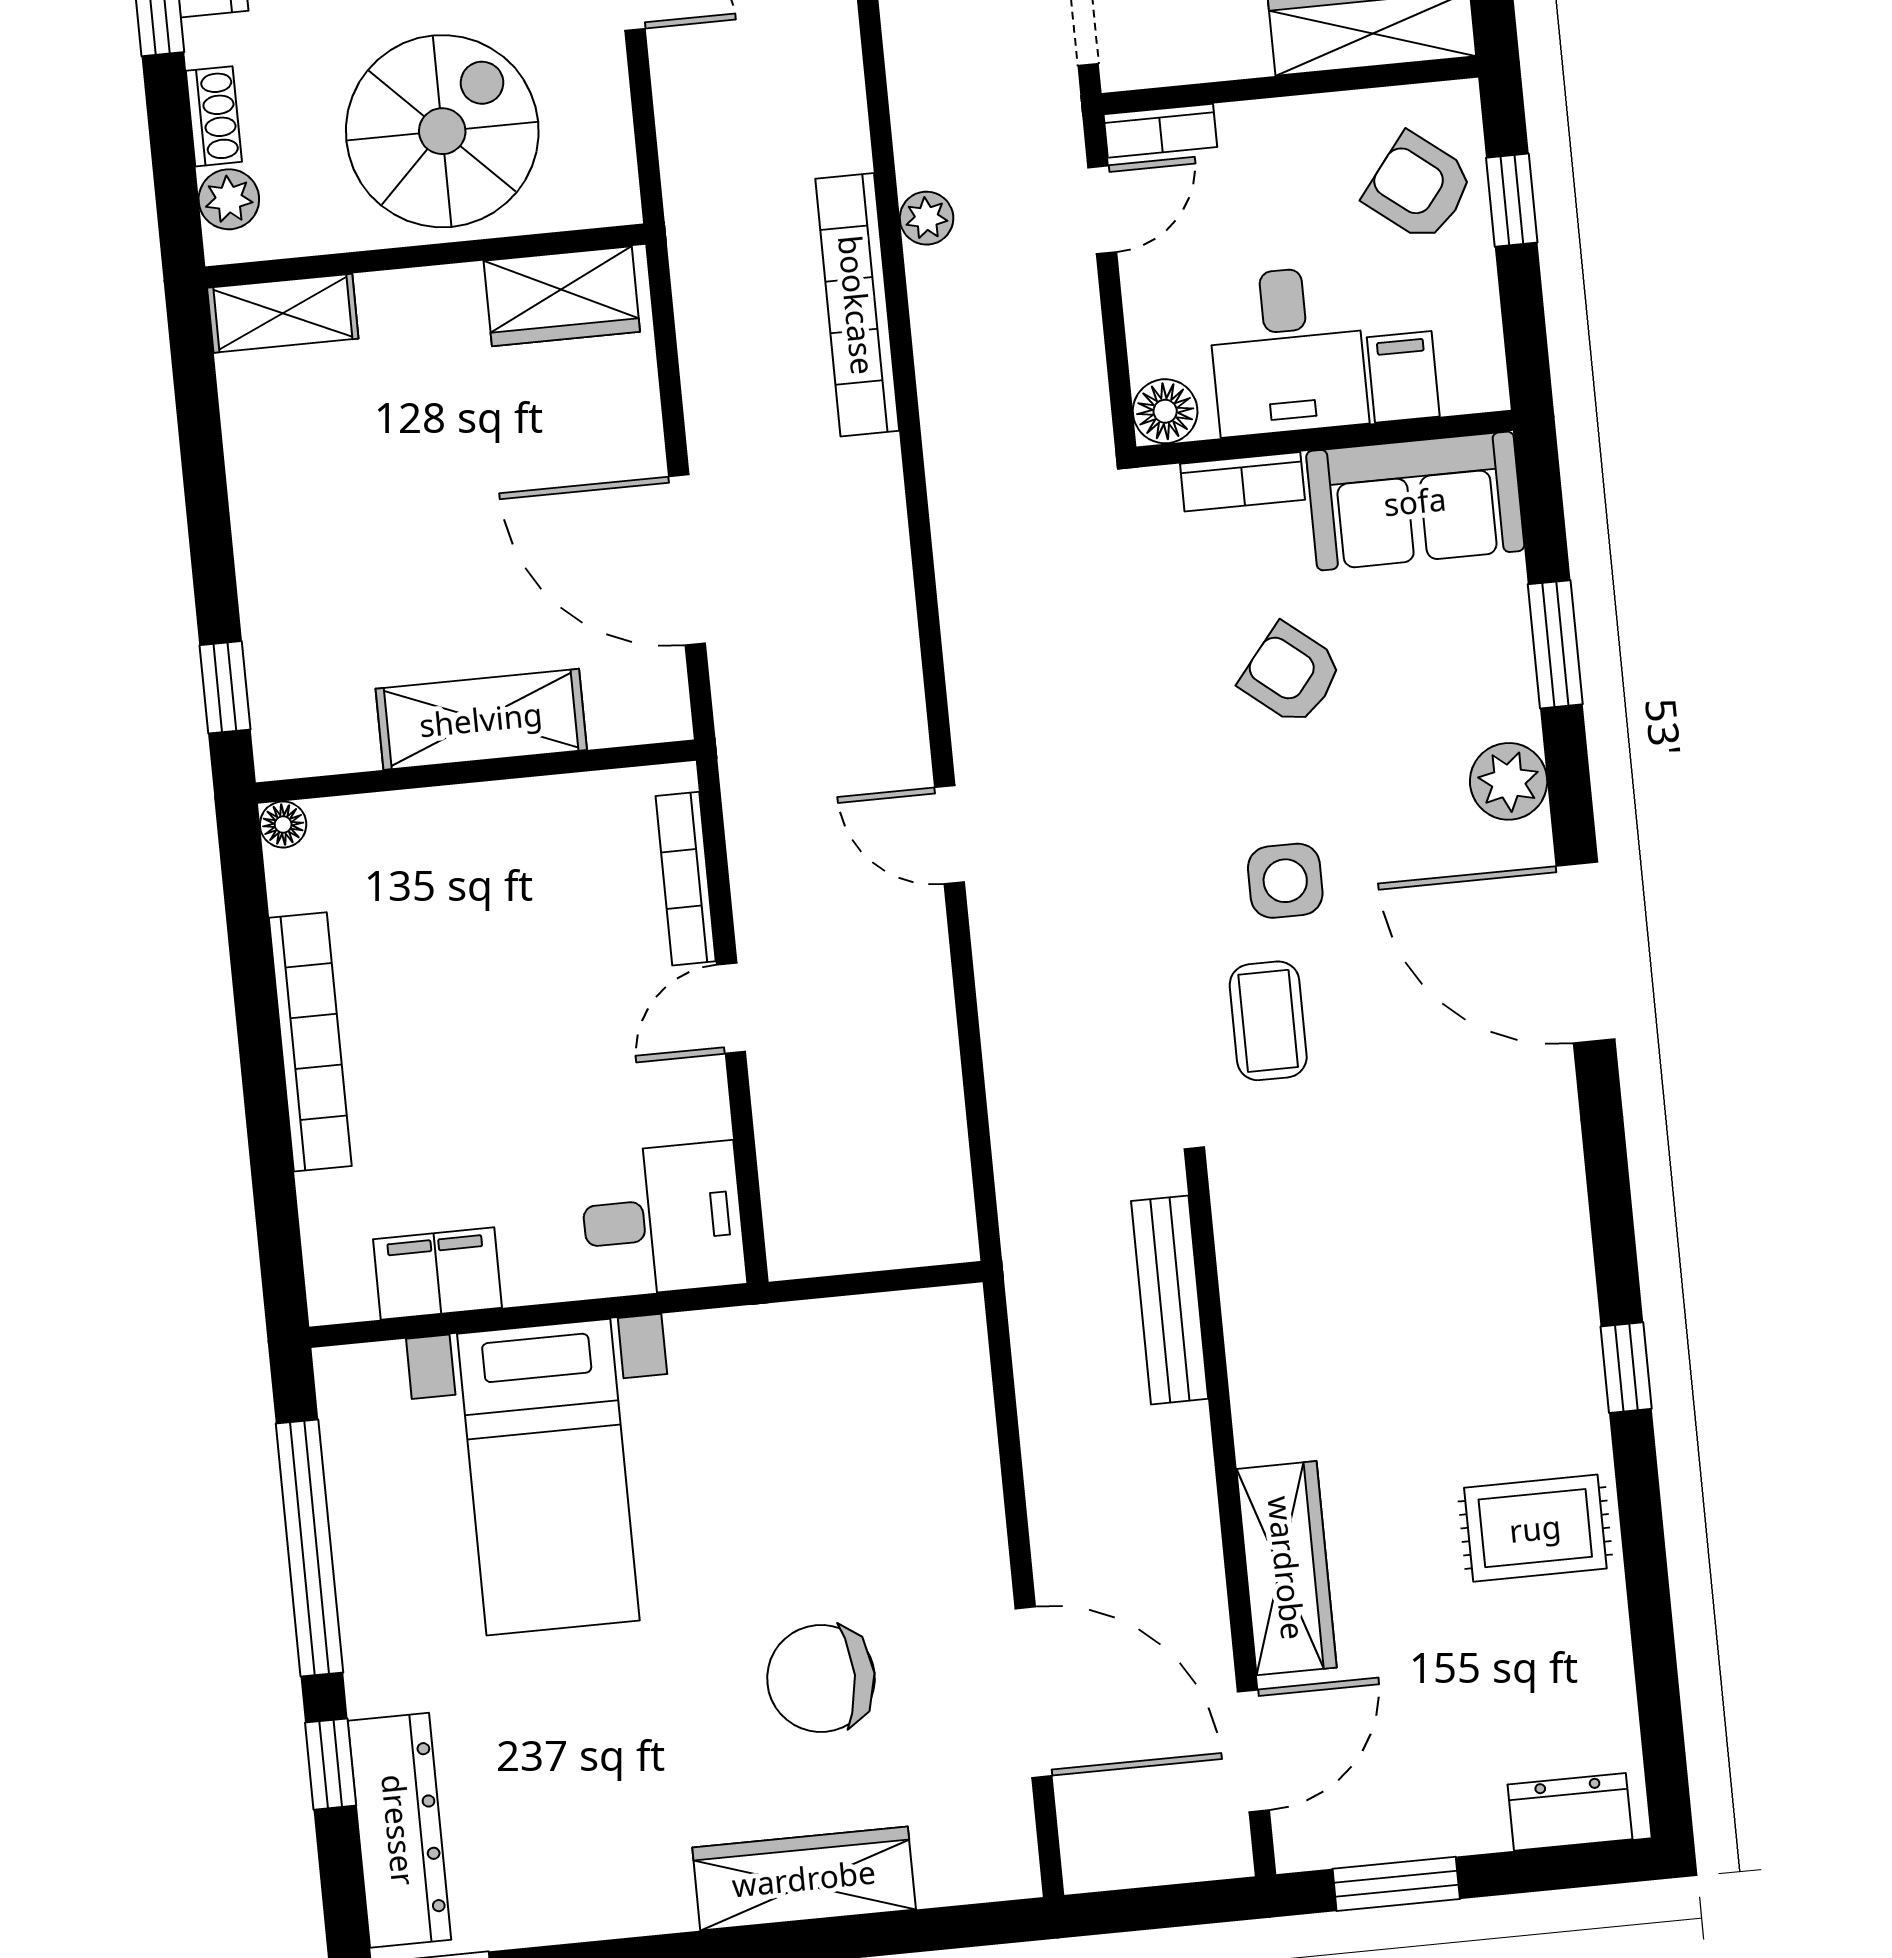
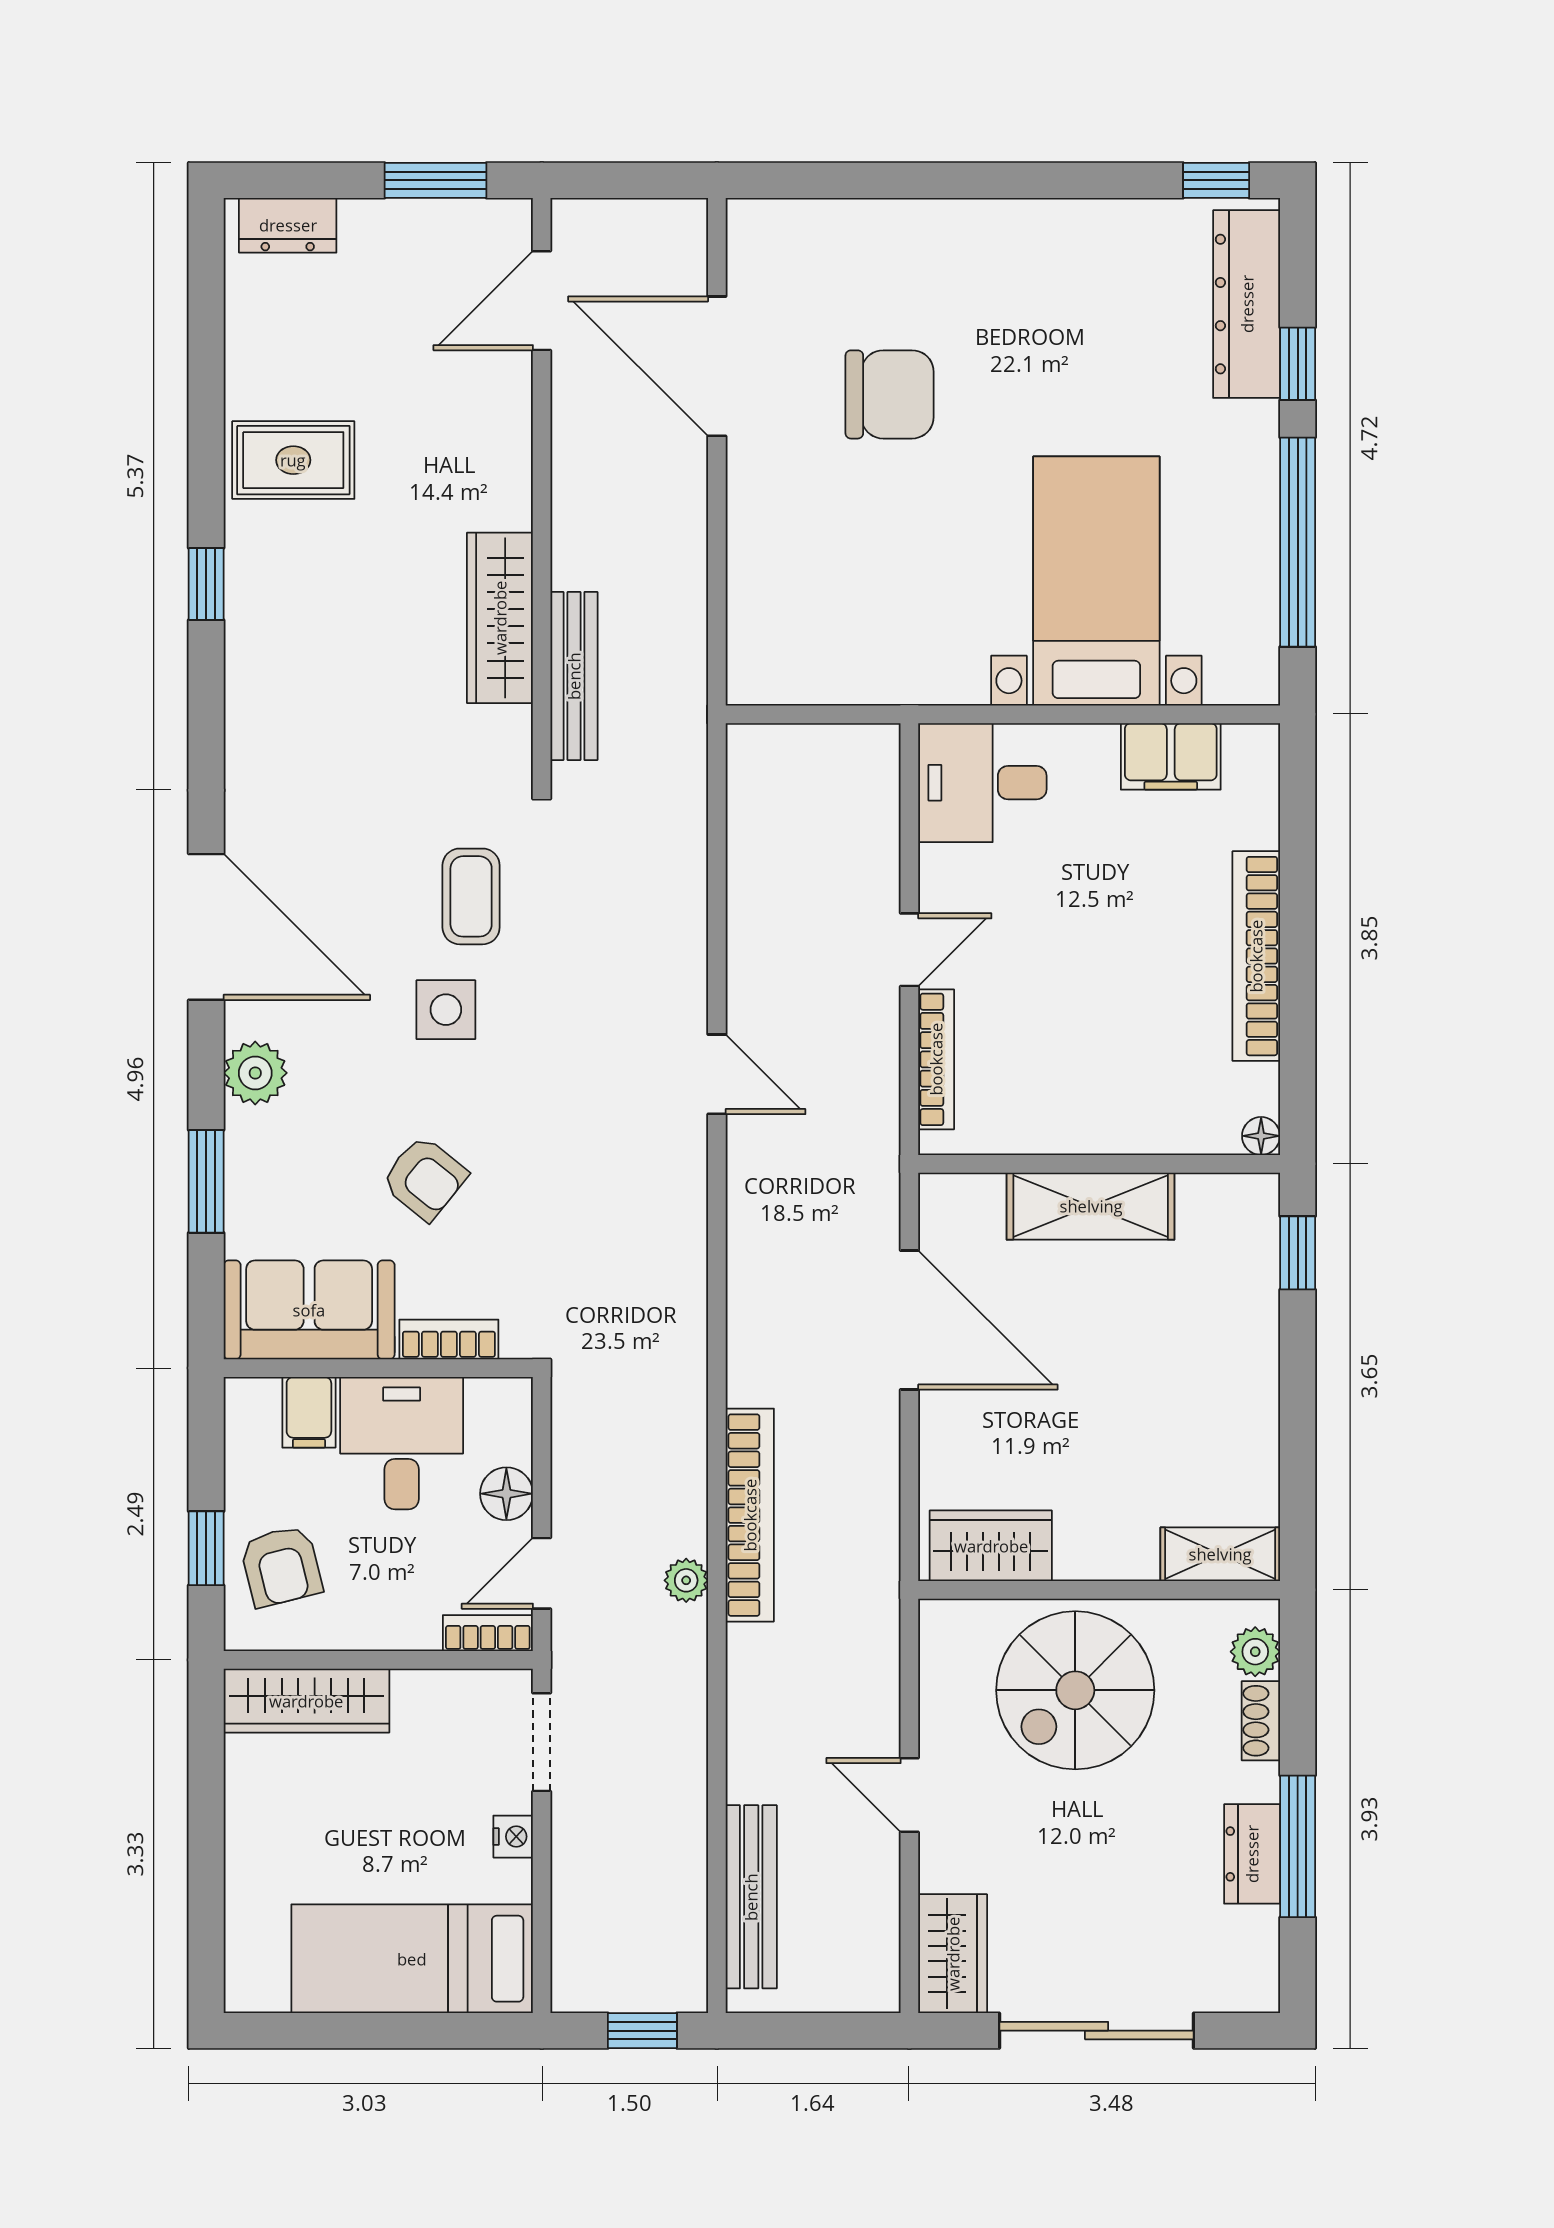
armchair: (1419, 187) -> (281, 1566), turned 38
floor lamp: (1165, 411) -> (506, 1494), moved
wardrobe: (1287, 1568) -> (500, 618), moved
wardrobe: (804, 1878) -> (919, 232), removed

